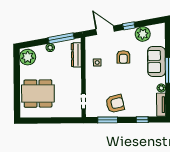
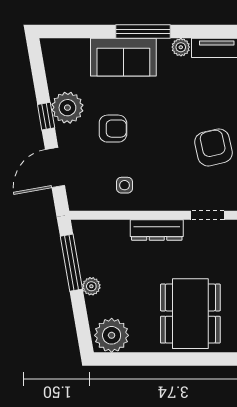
plant: (143, 34) -> (67, 108), moved
dresser: (76, 55) -> (157, 230), moved

